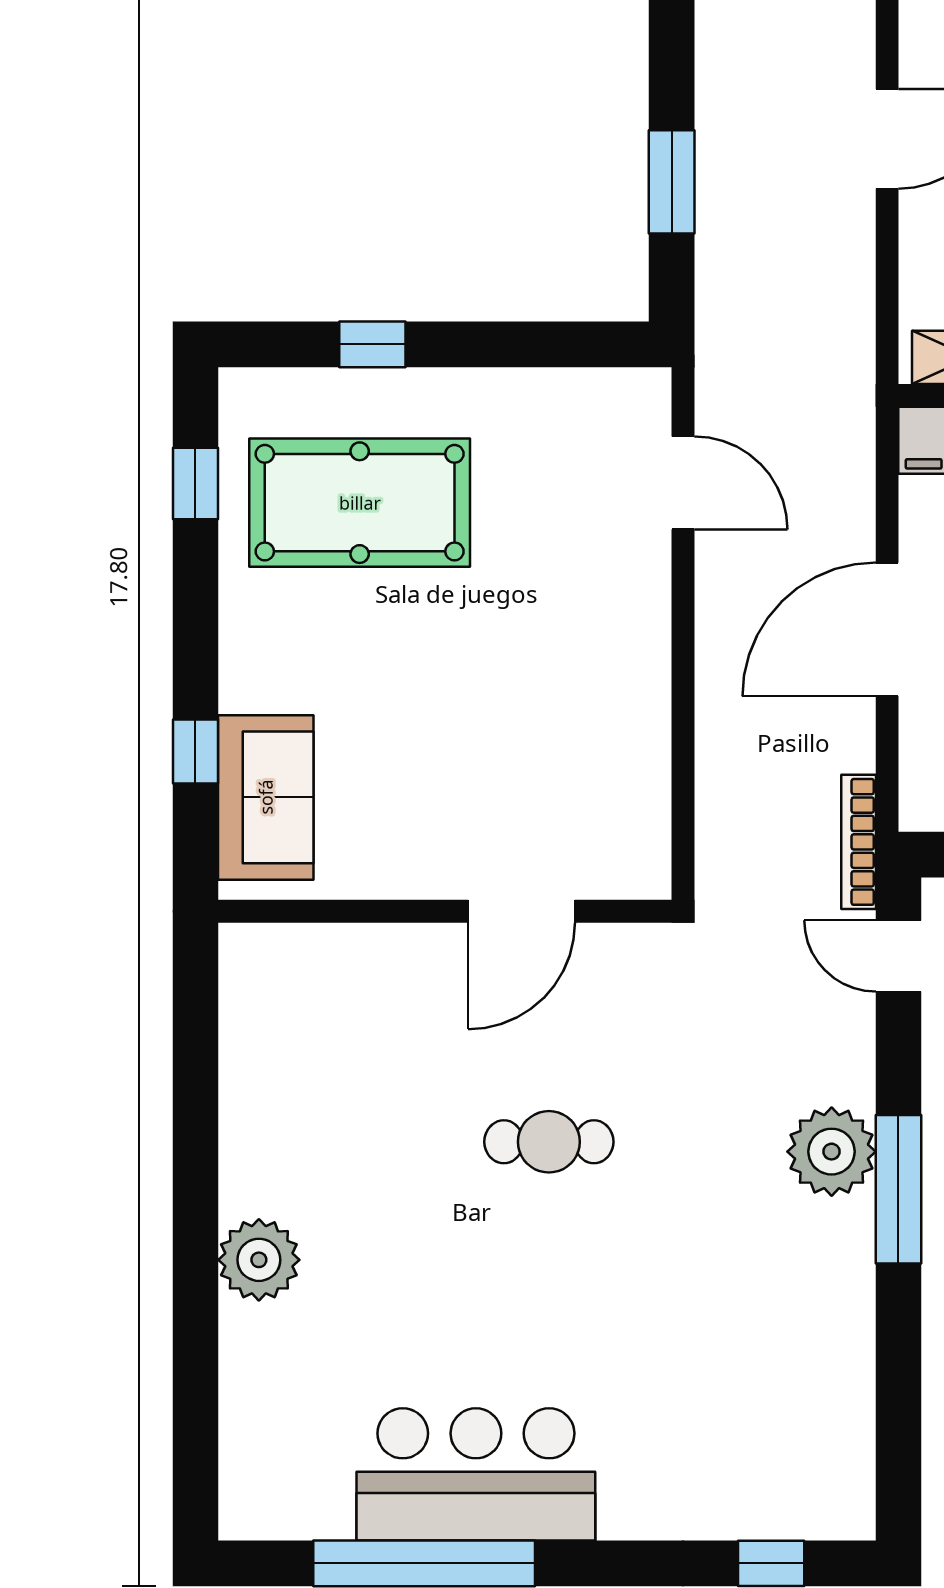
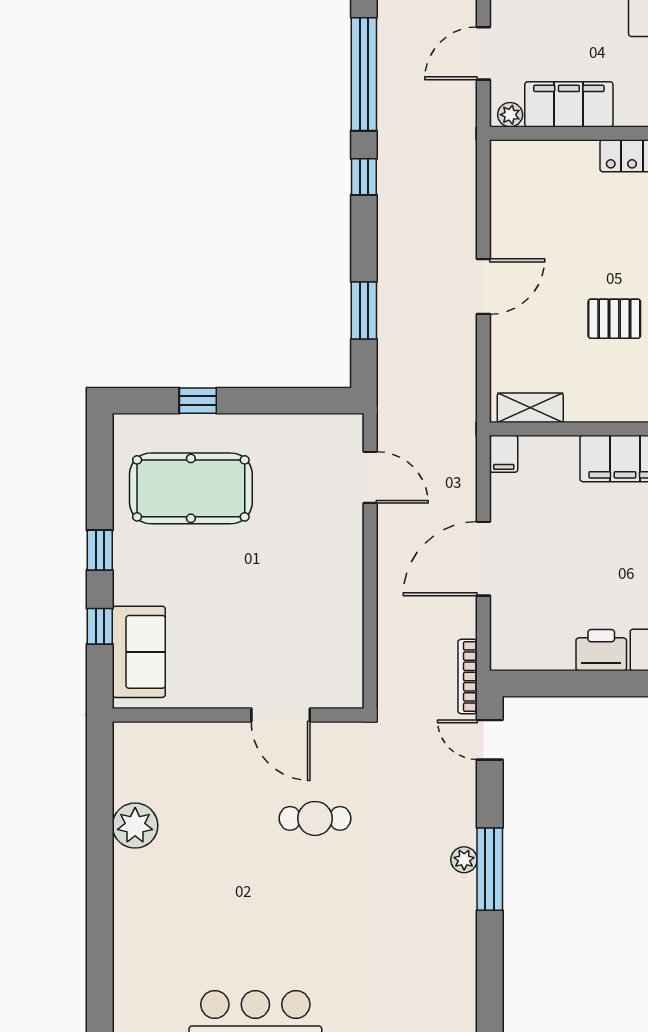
window: (195, 484) -> (100, 550), moved
door: (521, 911) -> (281, 715), hinge flipped
cafe table: (549, 1142) -> (315, 818), moved
plant: (832, 1152) -> (464, 860), width x0.53, depth x0.53
plant: (259, 1260) -> (135, 826), moved

